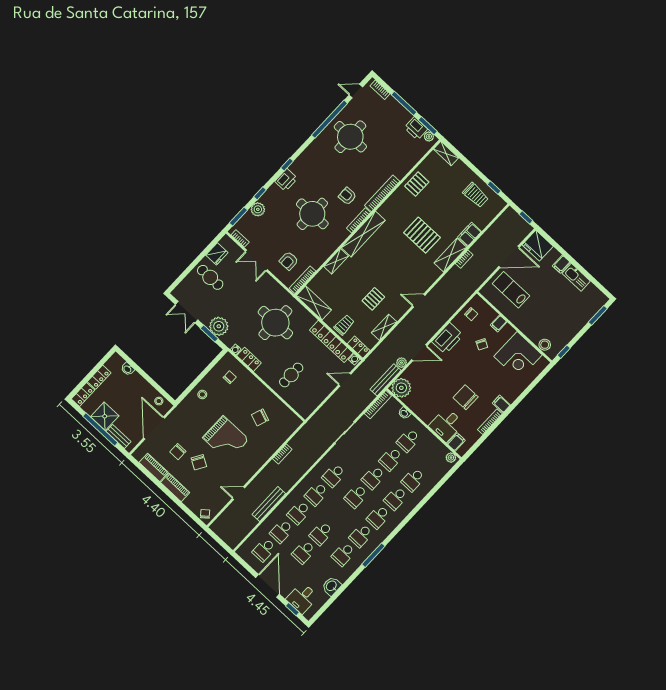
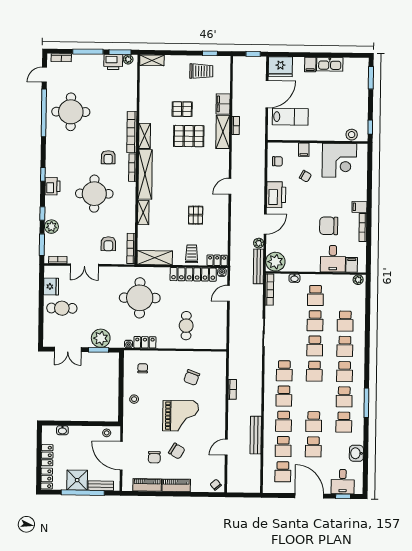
pallet: (417, 184) -> (182, 109), moved, turned 90
armchair: (347, 196) -> (108, 157), turned -88
lab bench: (511, 290) -> (290, 117), turned 180
shelving: (384, 327) -> (145, 136), moved

